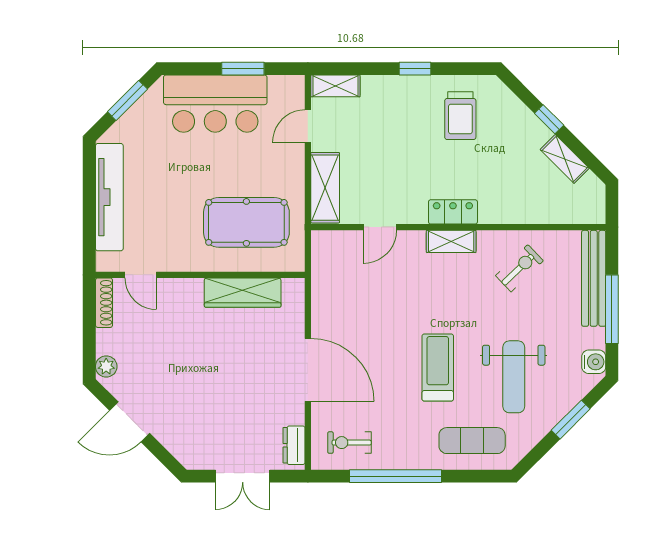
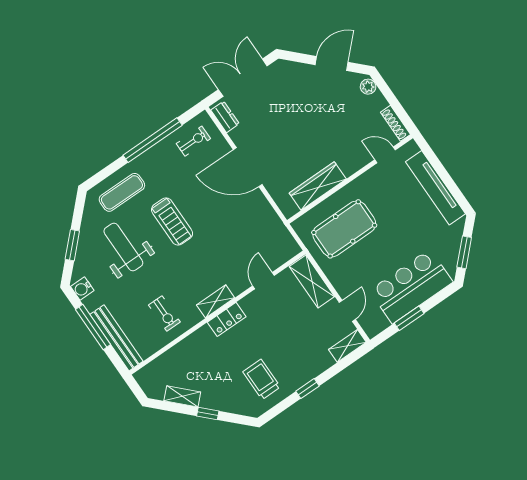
exercise bike: (519, 268) -> (164, 313), turned -46
double door: (243, 476) -> (243, 78), width x1.37

